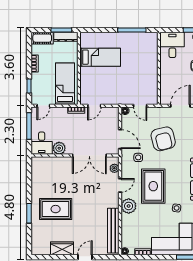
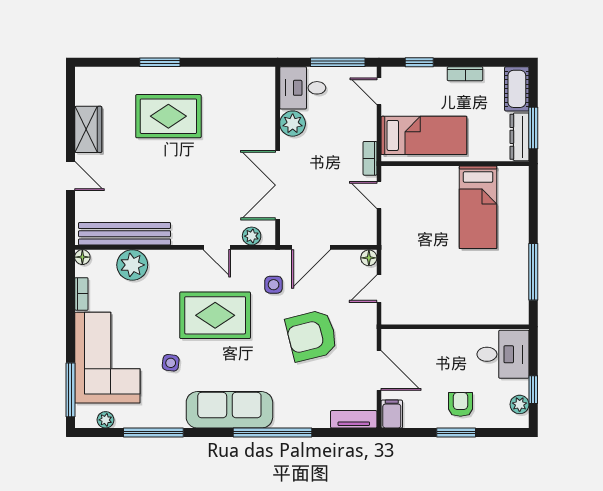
plant: (129, 206) -> (132, 265), moved
rug: (56, 209) -> (168, 116), turned 90

